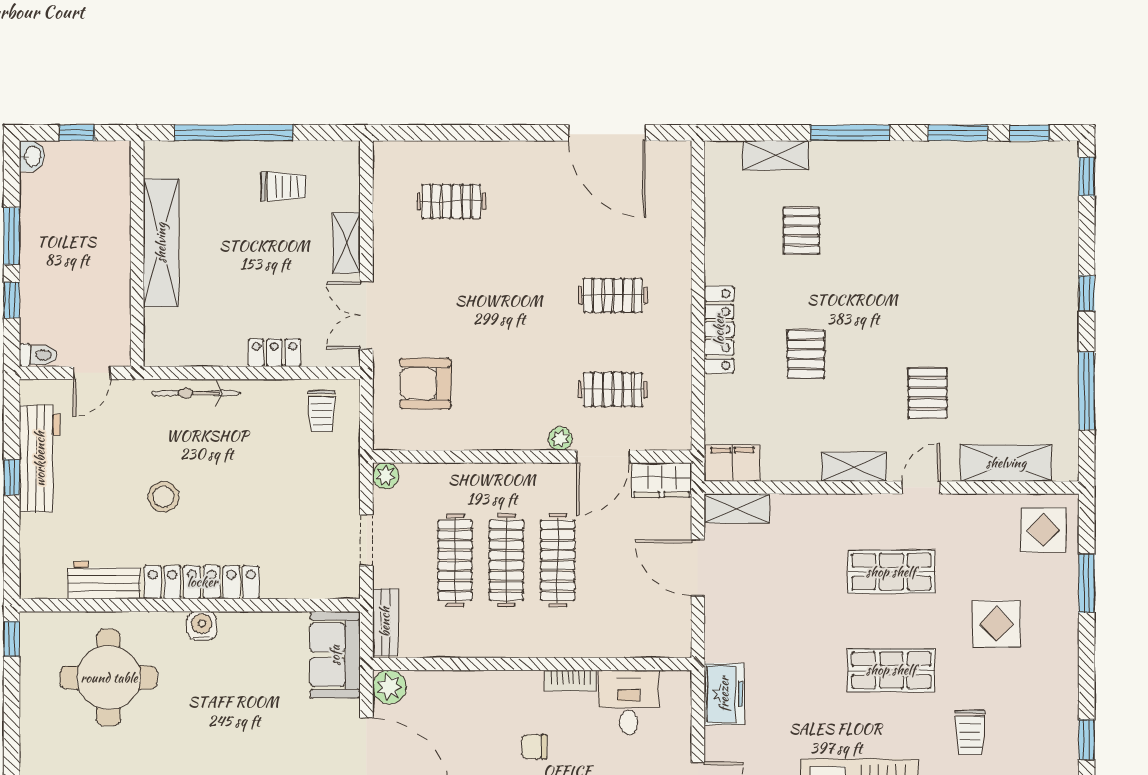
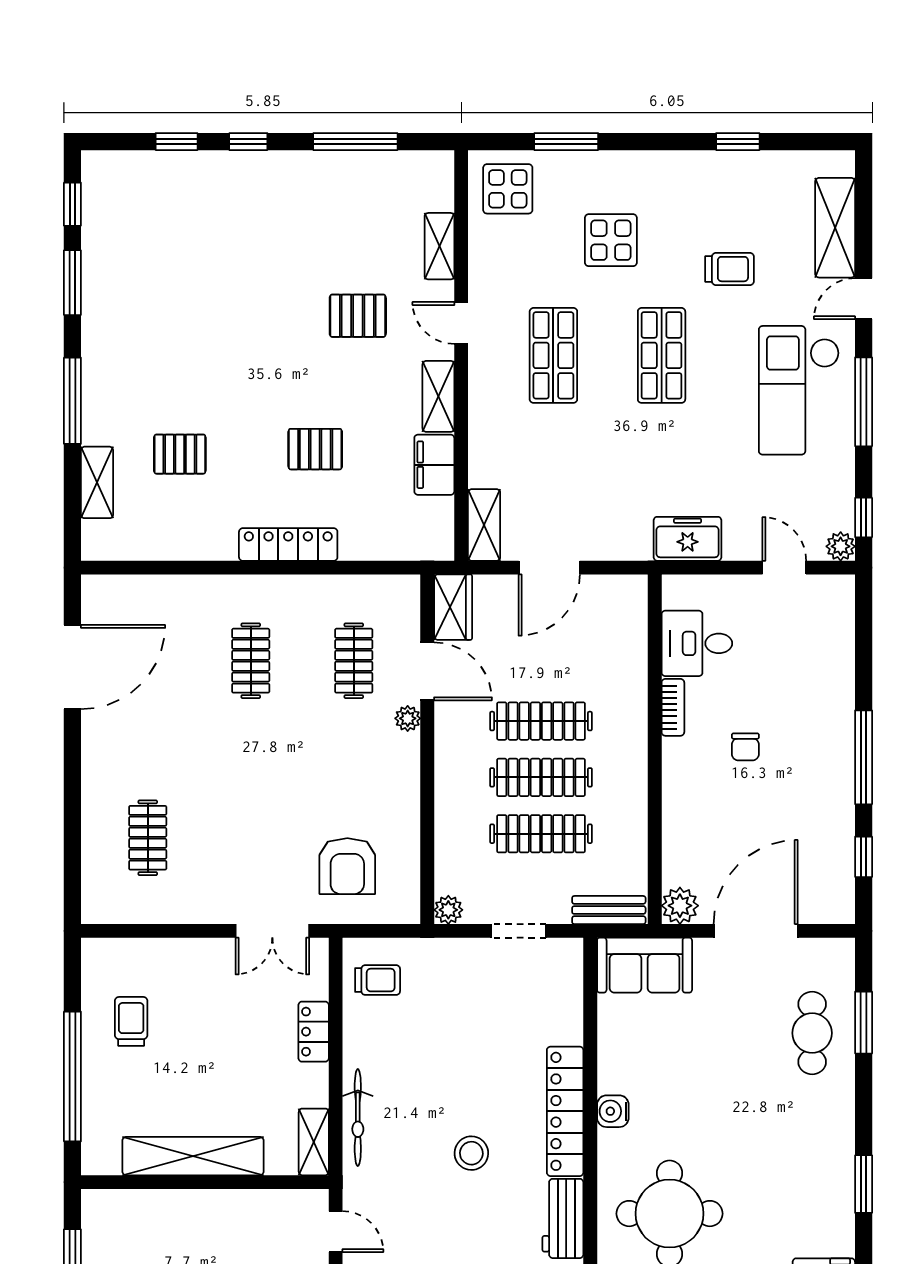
window: (1087, 177) -> (177, 142), moved
shelving: (346, 243) -> (314, 1142), moved, turned 90
filing cabinet: (733, 463) -> (434, 465), moved
shelving: (1006, 463) -> (439, 246), width x0.67, depth x0.75

